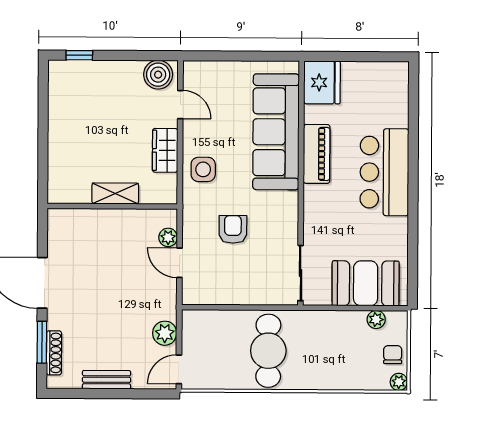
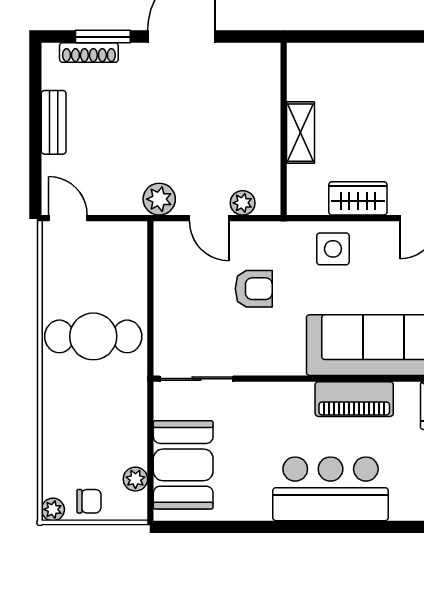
door: (179, 263) -> (209, 218), swing flipped
plant: (165, 333) -> (159, 199), moved

